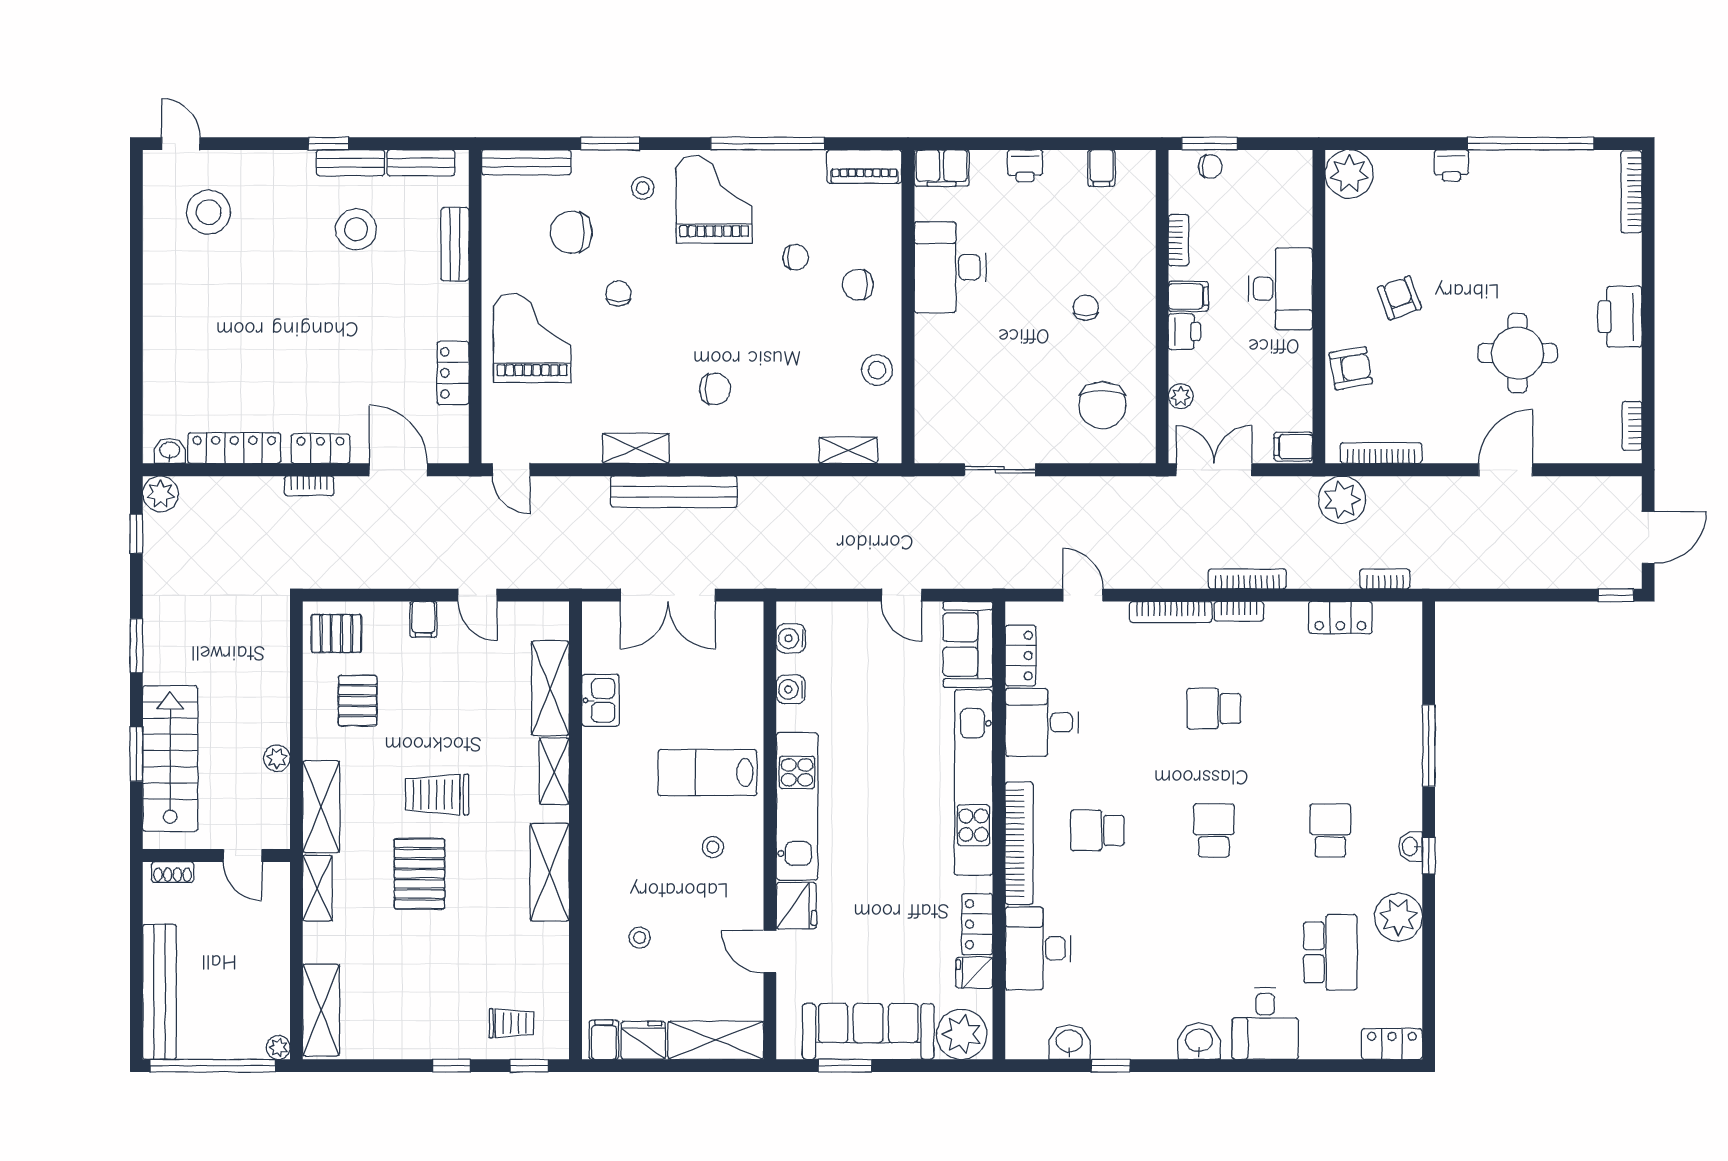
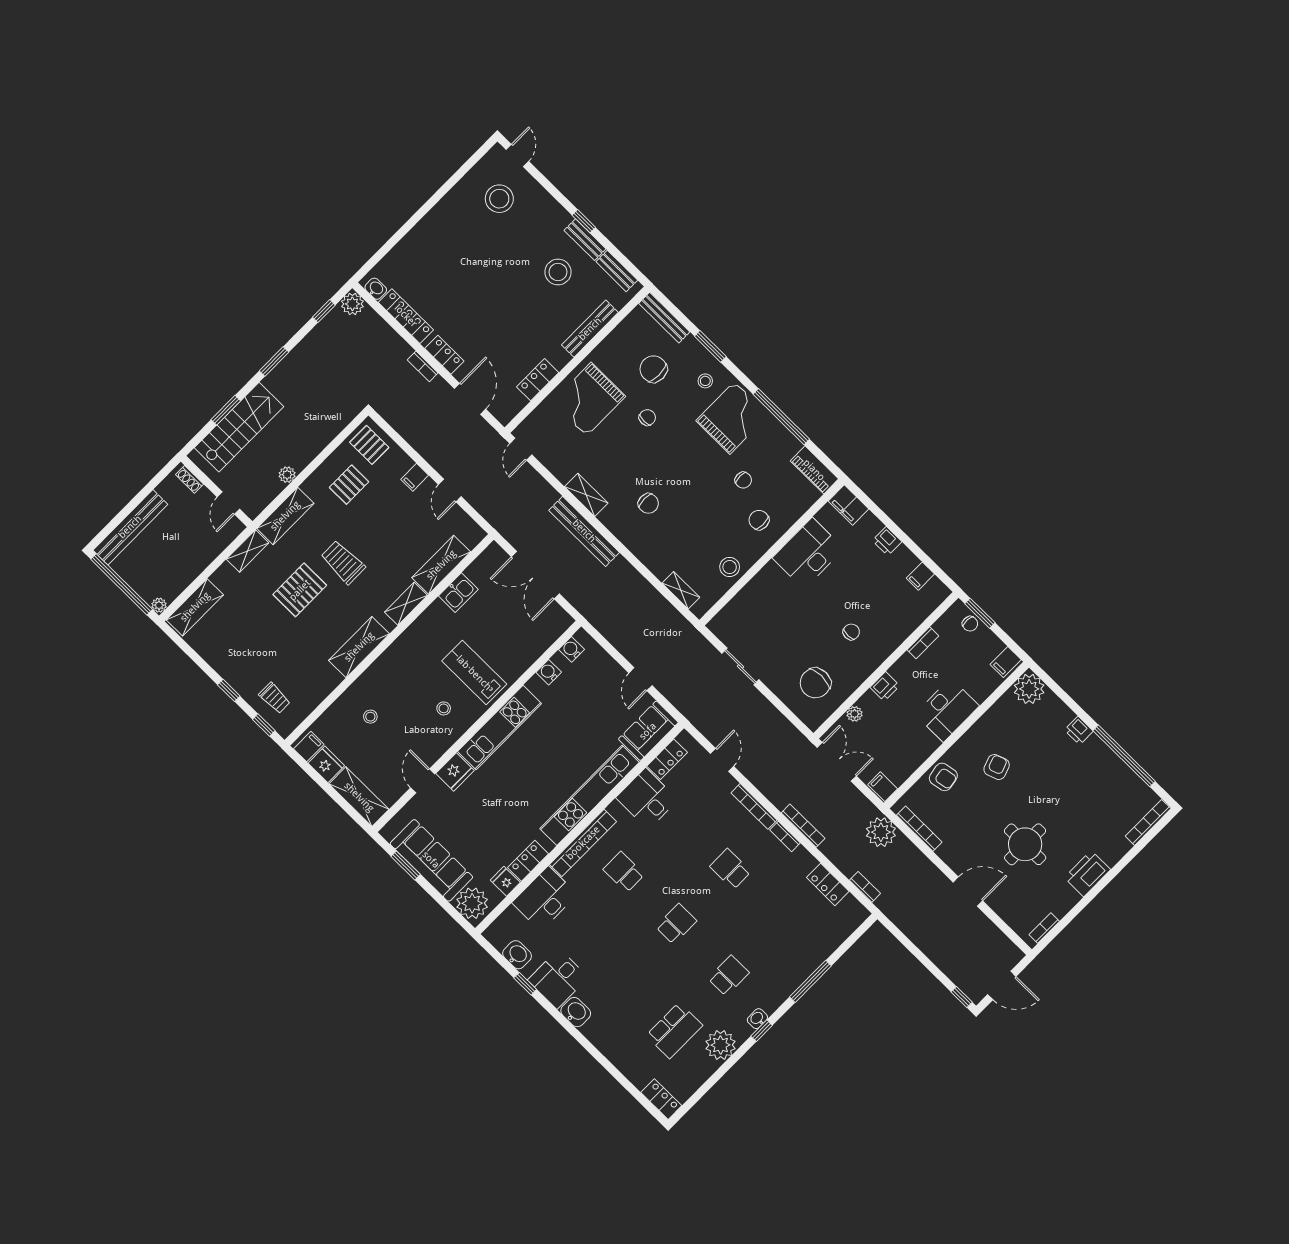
bench: (455, 244) -> (590, 329), width x1.36
filing cabinet: (1188, 296) -> (1006, 662), moved, turned 90
grand piano: (532, 338) -> (589, 399), turned 180
desk: (1265, 1024) -> (558, 979), moved

